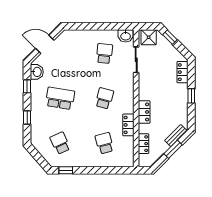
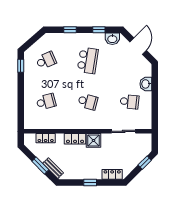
washbasin: (126, 36) -> (146, 84), moved
shower: (149, 37) -> (94, 140), moved
locker: (128, 125) -> (63, 124), removed

